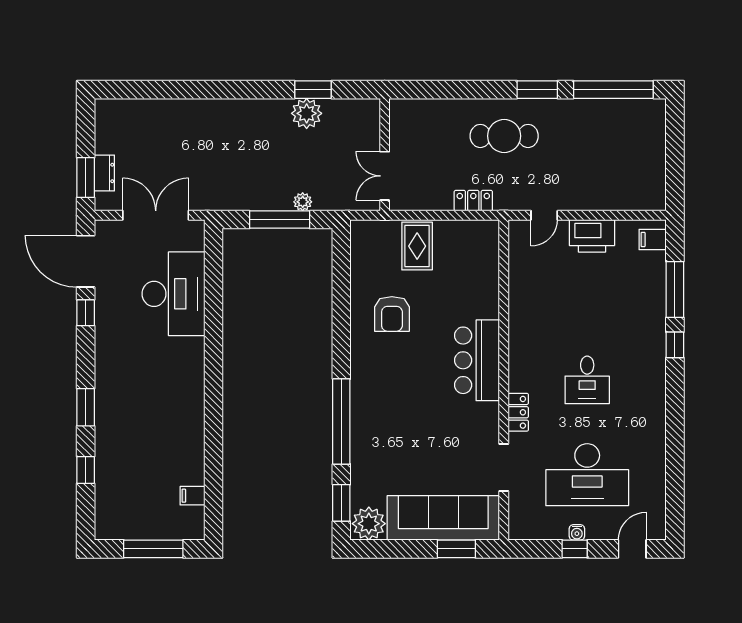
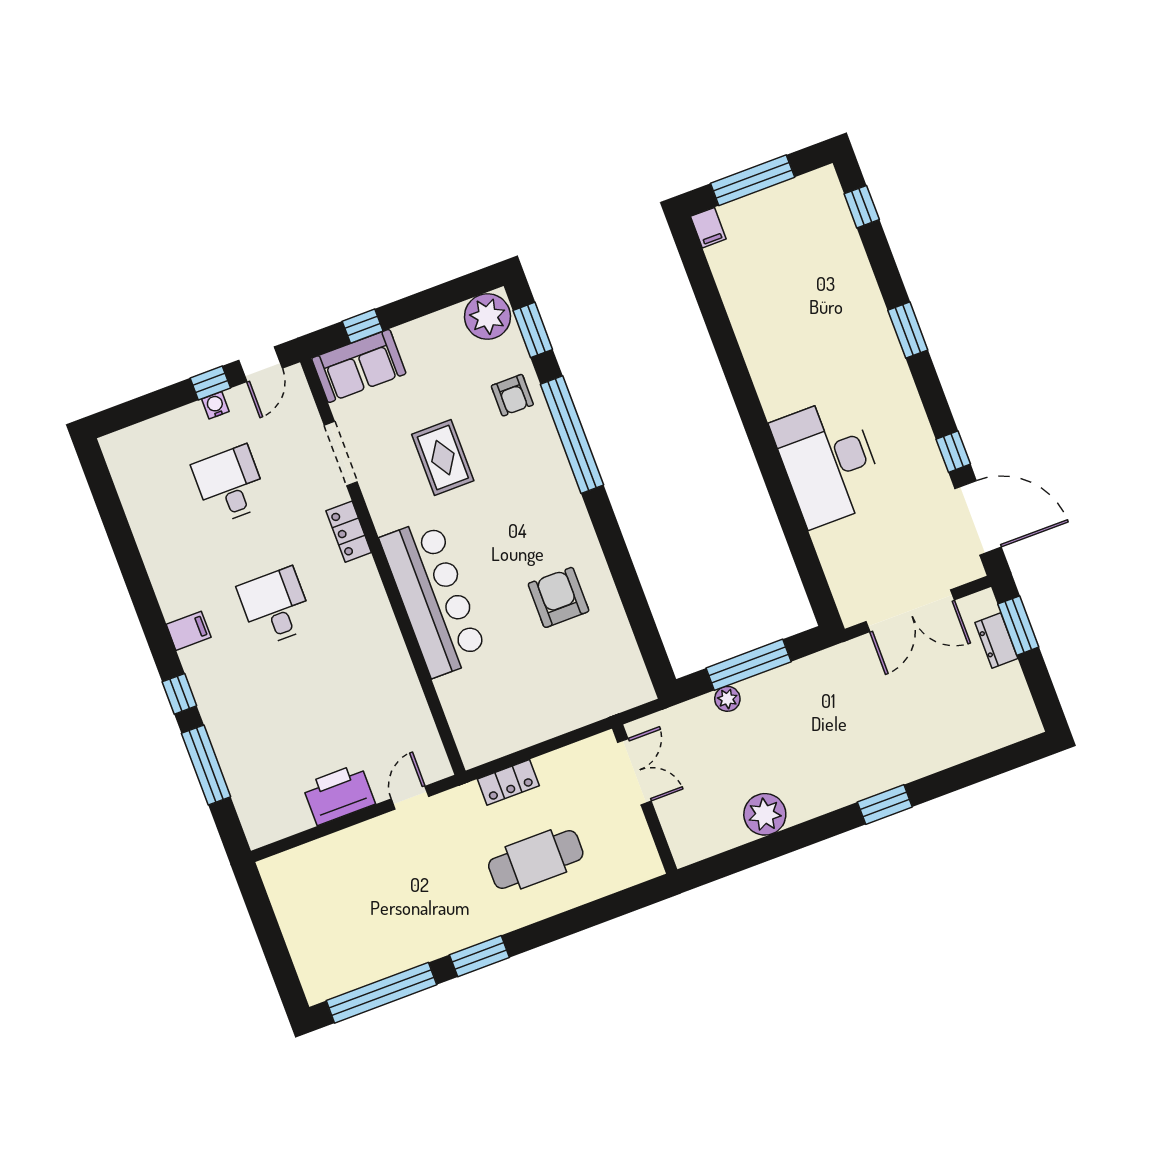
window: (313, 90) -> (885, 804), moved
cafe table: (504, 136) -> (536, 859), moved
filing cabinet: (653, 239) -> (189, 631), moved
rug: (417, 246) -> (443, 458), moved
desk: (173, 294) -> (828, 462), moved
bar counter: (477, 360) -> (434, 598), width x1.36
armchair: (372, 464) -> (512, 395), added
window: (86, 470) -> (862, 207), moved
desk: (587, 475) -> (230, 485), width x0.53, depth x0.77
filing cabinet: (192, 496) -> (708, 228), moved, turned 90
sofa: (443, 518) -> (359, 366), width x0.54, depth x0.79
window: (456, 549) -> (363, 326), width x0.67
door: (632, 549) -> (261, 364), moved

